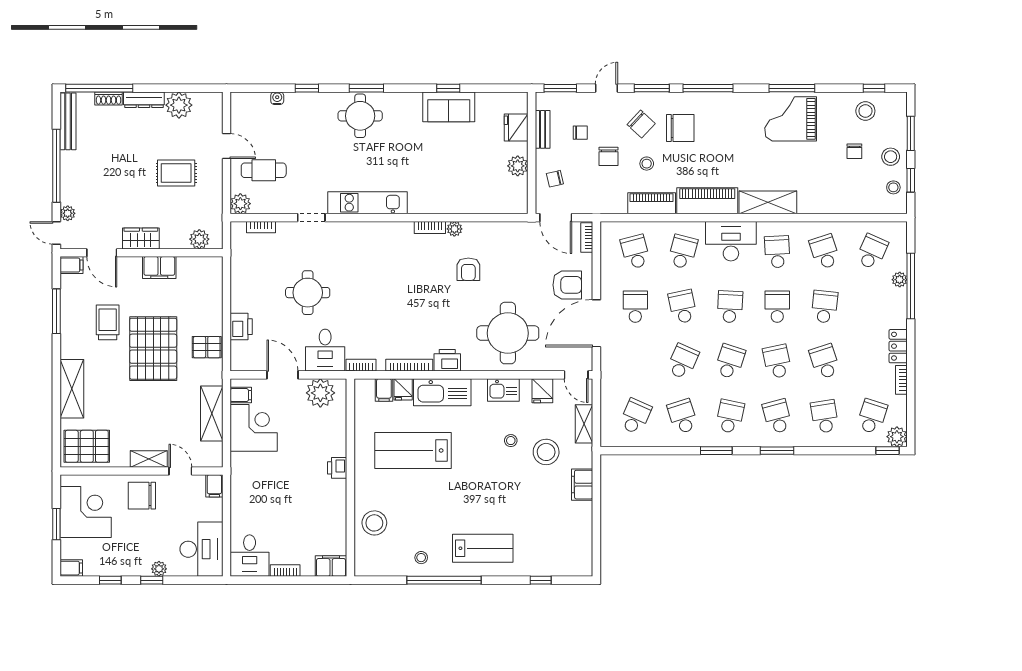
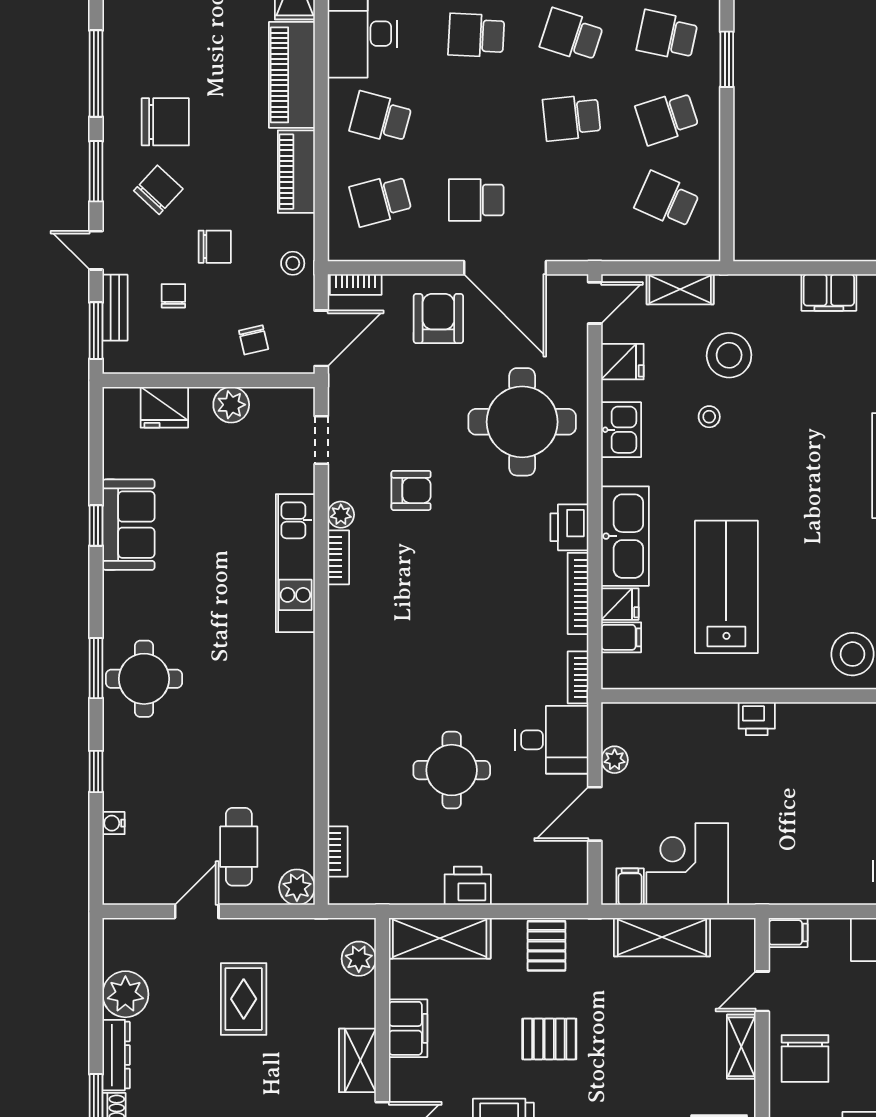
chair: (680, 128) -> (165, 122), turned 90
bench: (543, 129) -> (115, 308), moved, turned 90
stool: (647, 164) -> (293, 263), moved
kitchen unit: (367, 203) -> (295, 563), moved
doorway: (311, 218) -> (321, 440), moved
shelving: (211, 286) -> (440, 938), added
school desk: (683, 307) -> (476, 118), removed
printer: (241, 327) -> (468, 886), moved
pallet: (153, 349) -> (549, 1039), width x0.49, depth x0.50
school desk: (683, 362) -> (572, 118), turned -30
plant: (320, 393) -> (615, 760), width x0.53, depth x0.53
lab bench: (413, 450) -> (726, 587), turned 180
filing cabinet: (582, 485) -> (829, 292), moved

